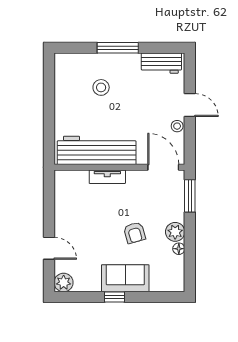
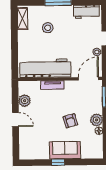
shelving: (62, 73) -> (22, 19), added
door: (163, 167) -> (88, 79), hinge flipped
door: (49, 248) -> (15, 119), moved
plant: (64, 283) -> (25, 101), moved

